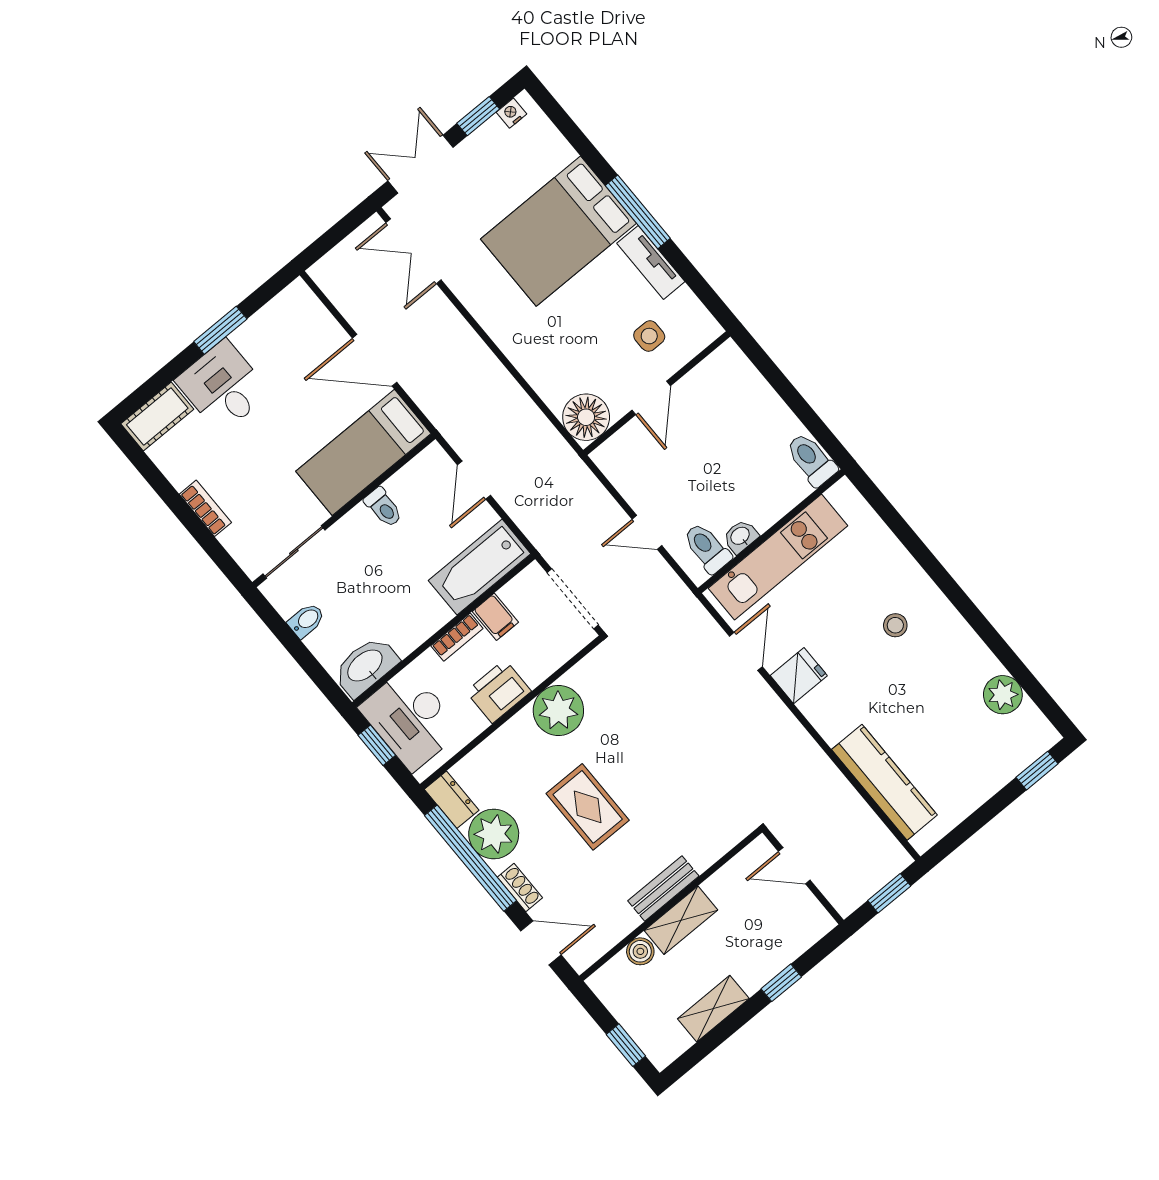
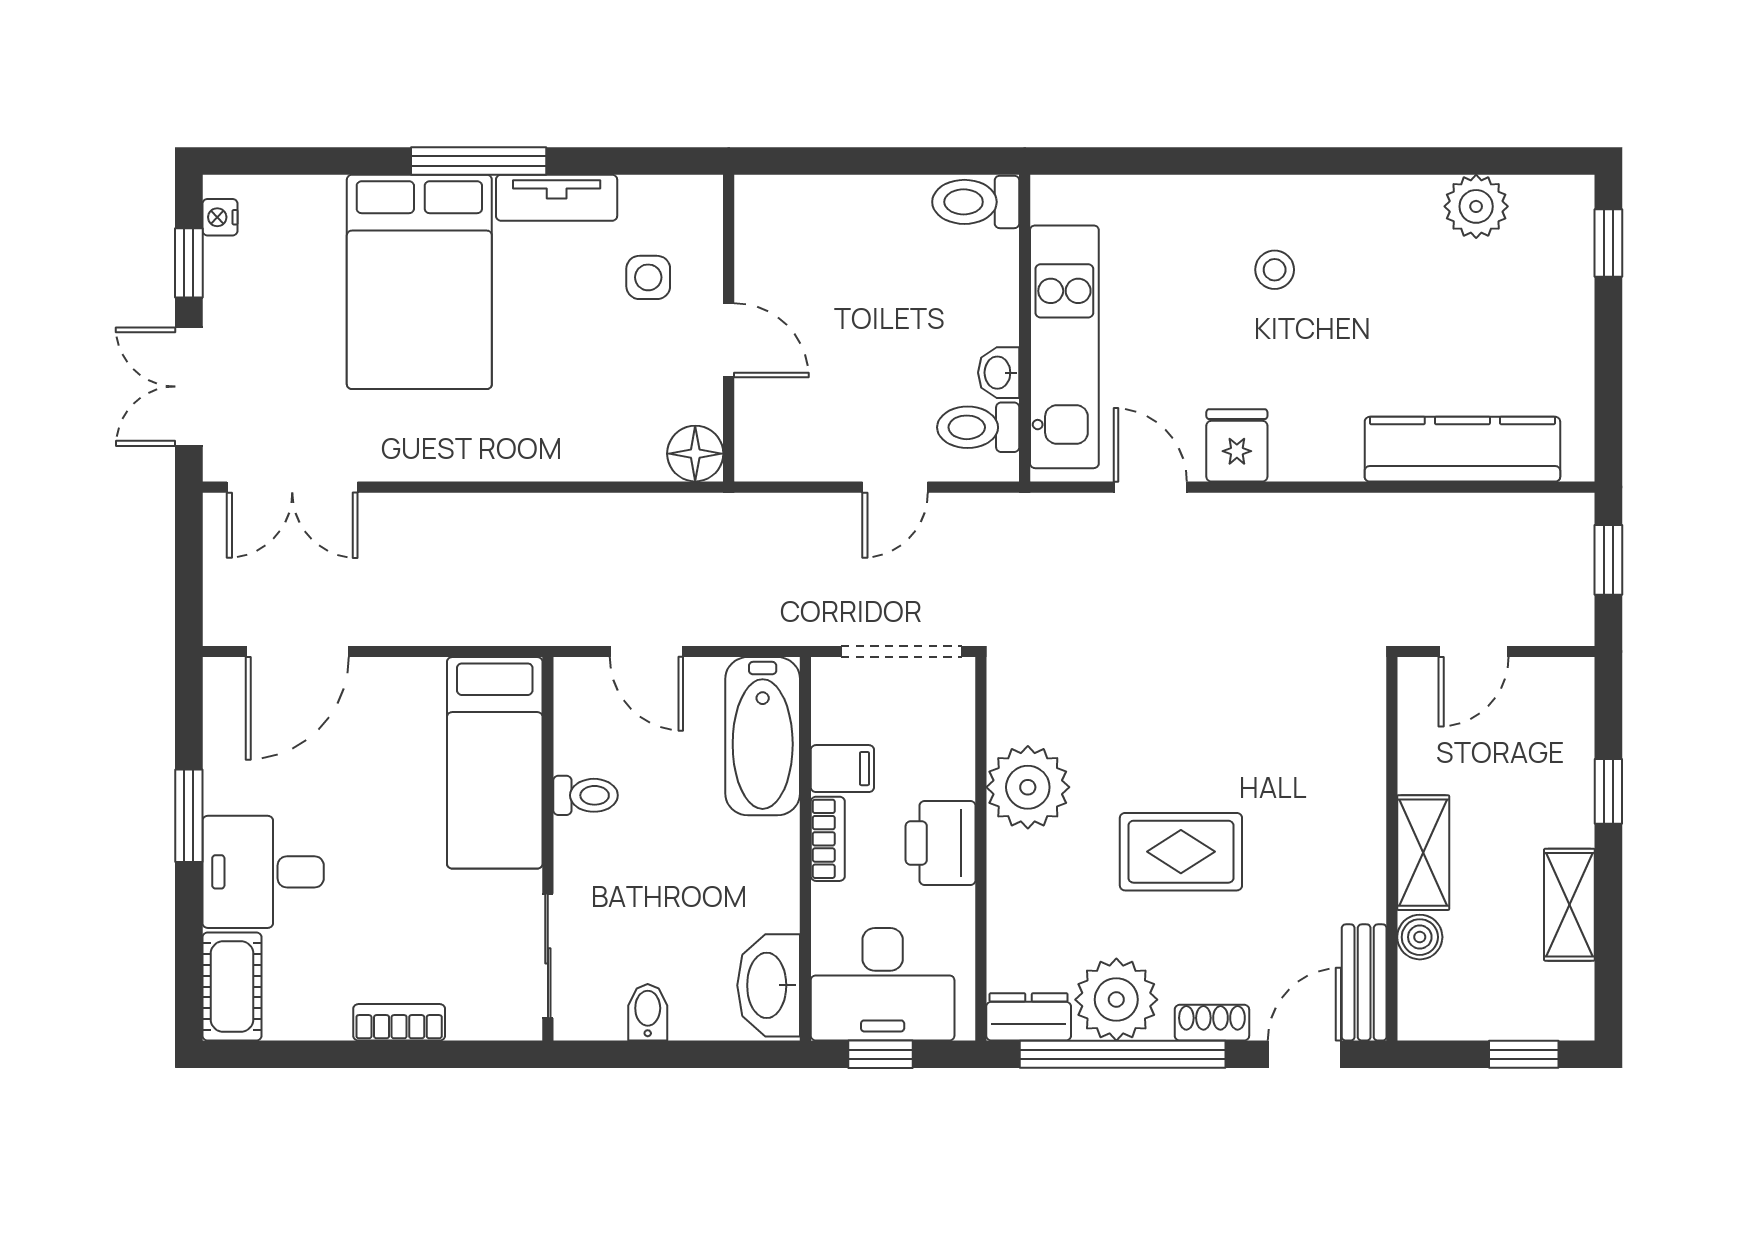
door: (375, 360) -> (297, 651), moved
floor lamp: (586, 417) -> (695, 454), width x0.73, depth x0.73
bench: (663, 888) -> (1364, 982), moved

